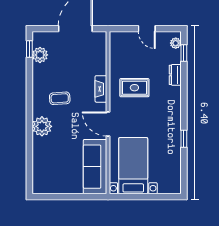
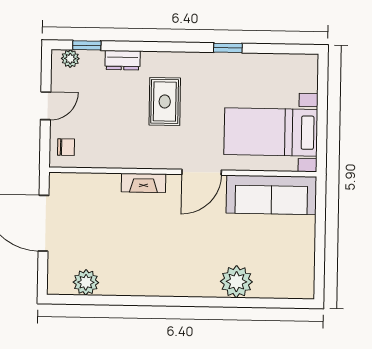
chair: (122, 41) -> (66, 147), added
window: (29, 49) -> (76, 300), removed
rug: (134, 88) -> (165, 101), moved
coffee table: (60, 98) -> (158, 251), removed
plant: (42, 126) -> (236, 282), moved

